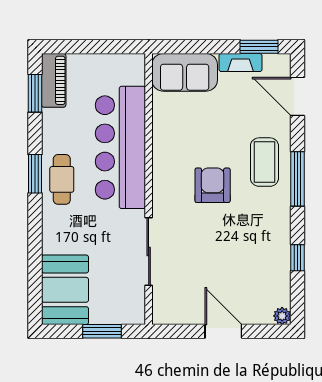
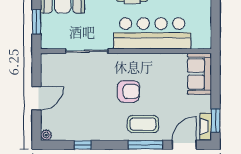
fireplace: (240, 63) -> (206, 126), moved
window: (297, 179) -> (145, 145), moved

